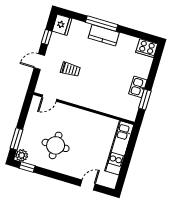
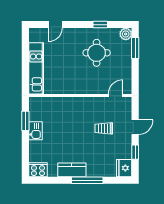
kitchen counter: (104, 35) -> (72, 170), moved
window: (27, 167) -> (100, 25), moved

